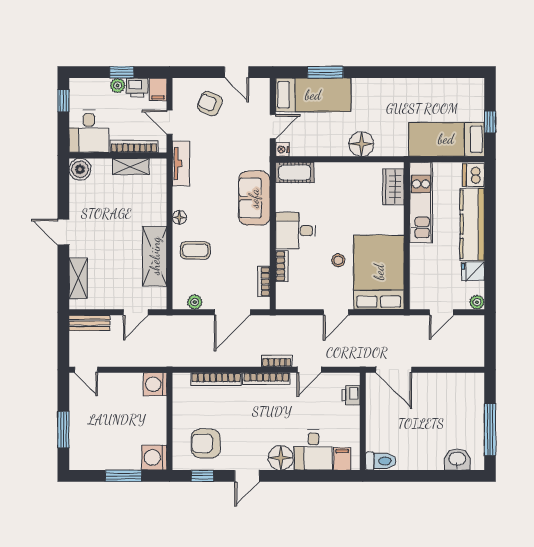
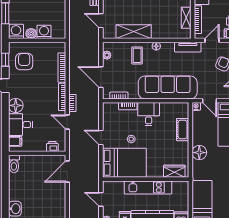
cot: (295, 173) -> (183, 130), moved
sofa: (254, 198) -> (168, 87), width x1.85, depth x1.27
kitchen unit: (421, 202) -> (148, 187), moved
washing machine: (155, 384) -> (44, 32), moved
boiler: (158, 432) -> (31, 34), added

